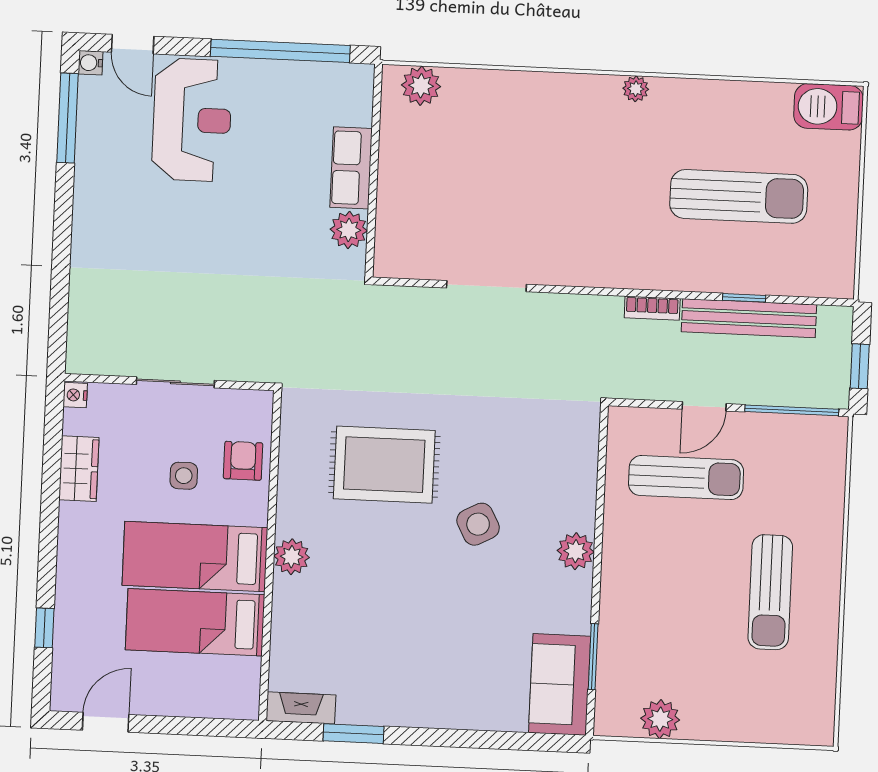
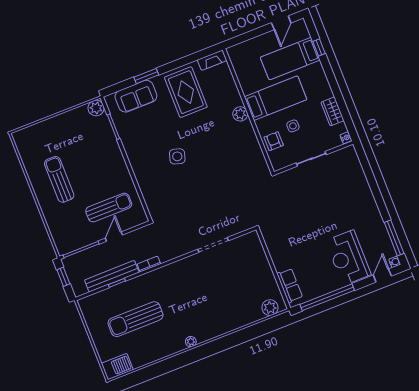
door: (133, 44) -> (382, 276), hinge flipped
row of seats: (351, 168) -> (290, 285), moved
plant: (349, 230) -> (273, 243), removed
armchair: (243, 461) -> (274, 141), turned 180
rug: (384, 465) -> (186, 92), moved, turned 90
sun lounger: (686, 478) -> (109, 208), turned 180
side table: (478, 524) -> (177, 156), turned 45
plant: (576, 551) -> (137, 162), removed
bed: (195, 622) -> (290, 59), moved, turned 180
sofa: (560, 684) -> (136, 96), moved, turned 90
plant: (660, 719) -> (96, 108), moved
window: (354, 734) -> (146, 76), moved

